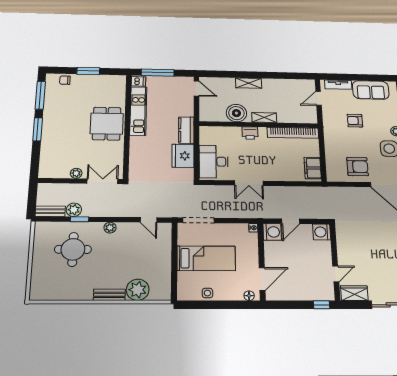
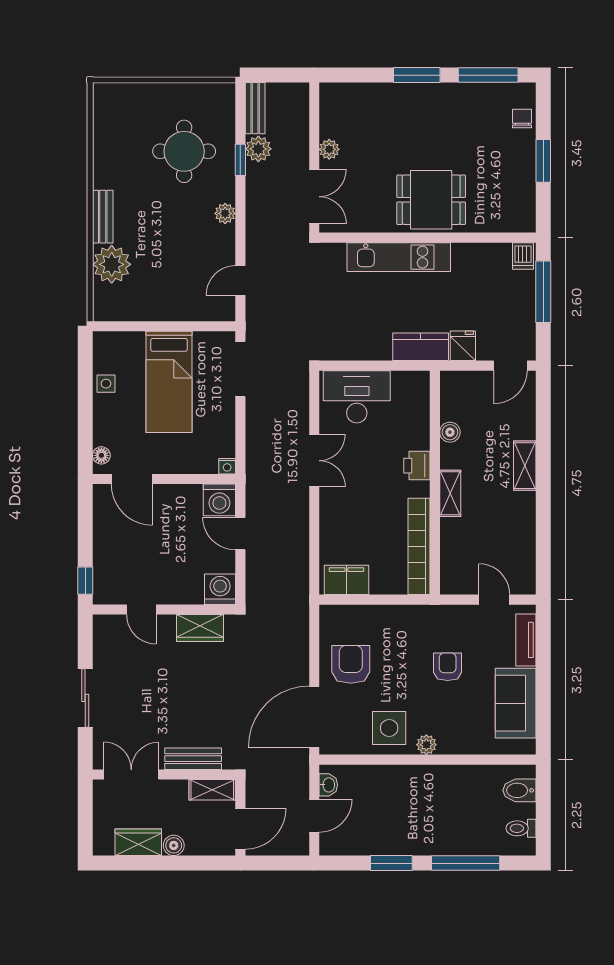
kitchen unit: (138, 111) -> (399, 257), moved
boiler: (236, 113) -> (450, 432), width x0.54, depth x0.54
fridge: (183, 156) -> (463, 346), moved, width x0.53, depth x0.75
armchair: (357, 167) -> (351, 664), turned 180
double door: (249, 183) -> (314, 461), swing flipped
wardrobe: (354, 293) -> (200, 628), moved, turned 90

